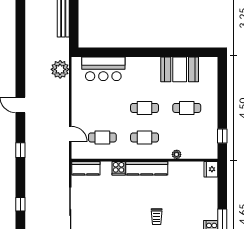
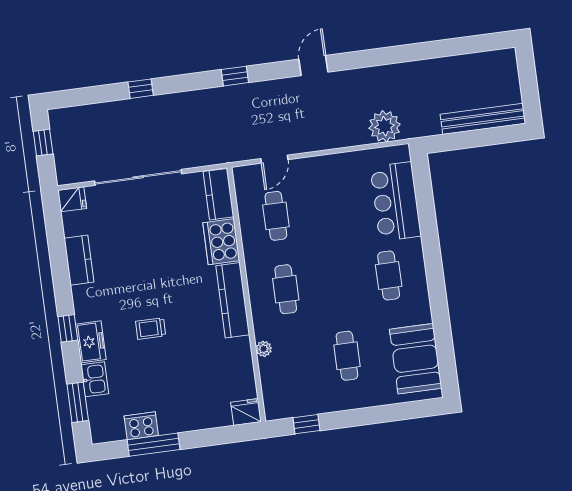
booth: (180, 69) -> (416, 359), moved
cafe table: (145, 108) -> (389, 275), moved
cooker: (119, 168) -> (221, 242), width x1.87, depth x1.31

